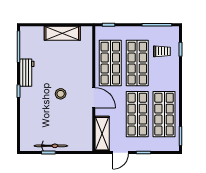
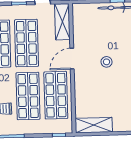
shelving: (62, 33) -> (94, 125), moved
door: (94, 98) -> (72, 59), hinge flipped

